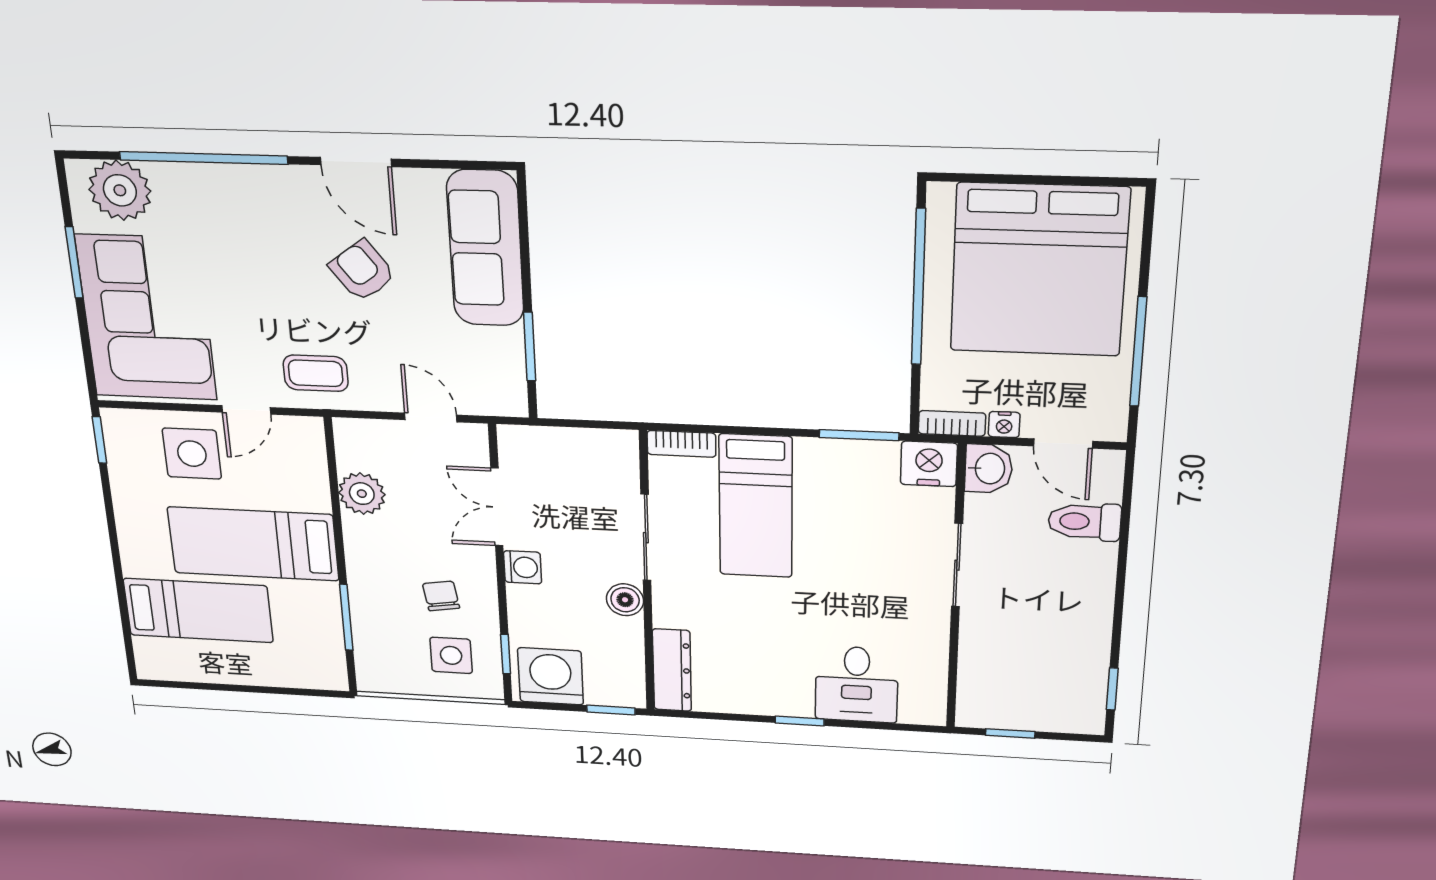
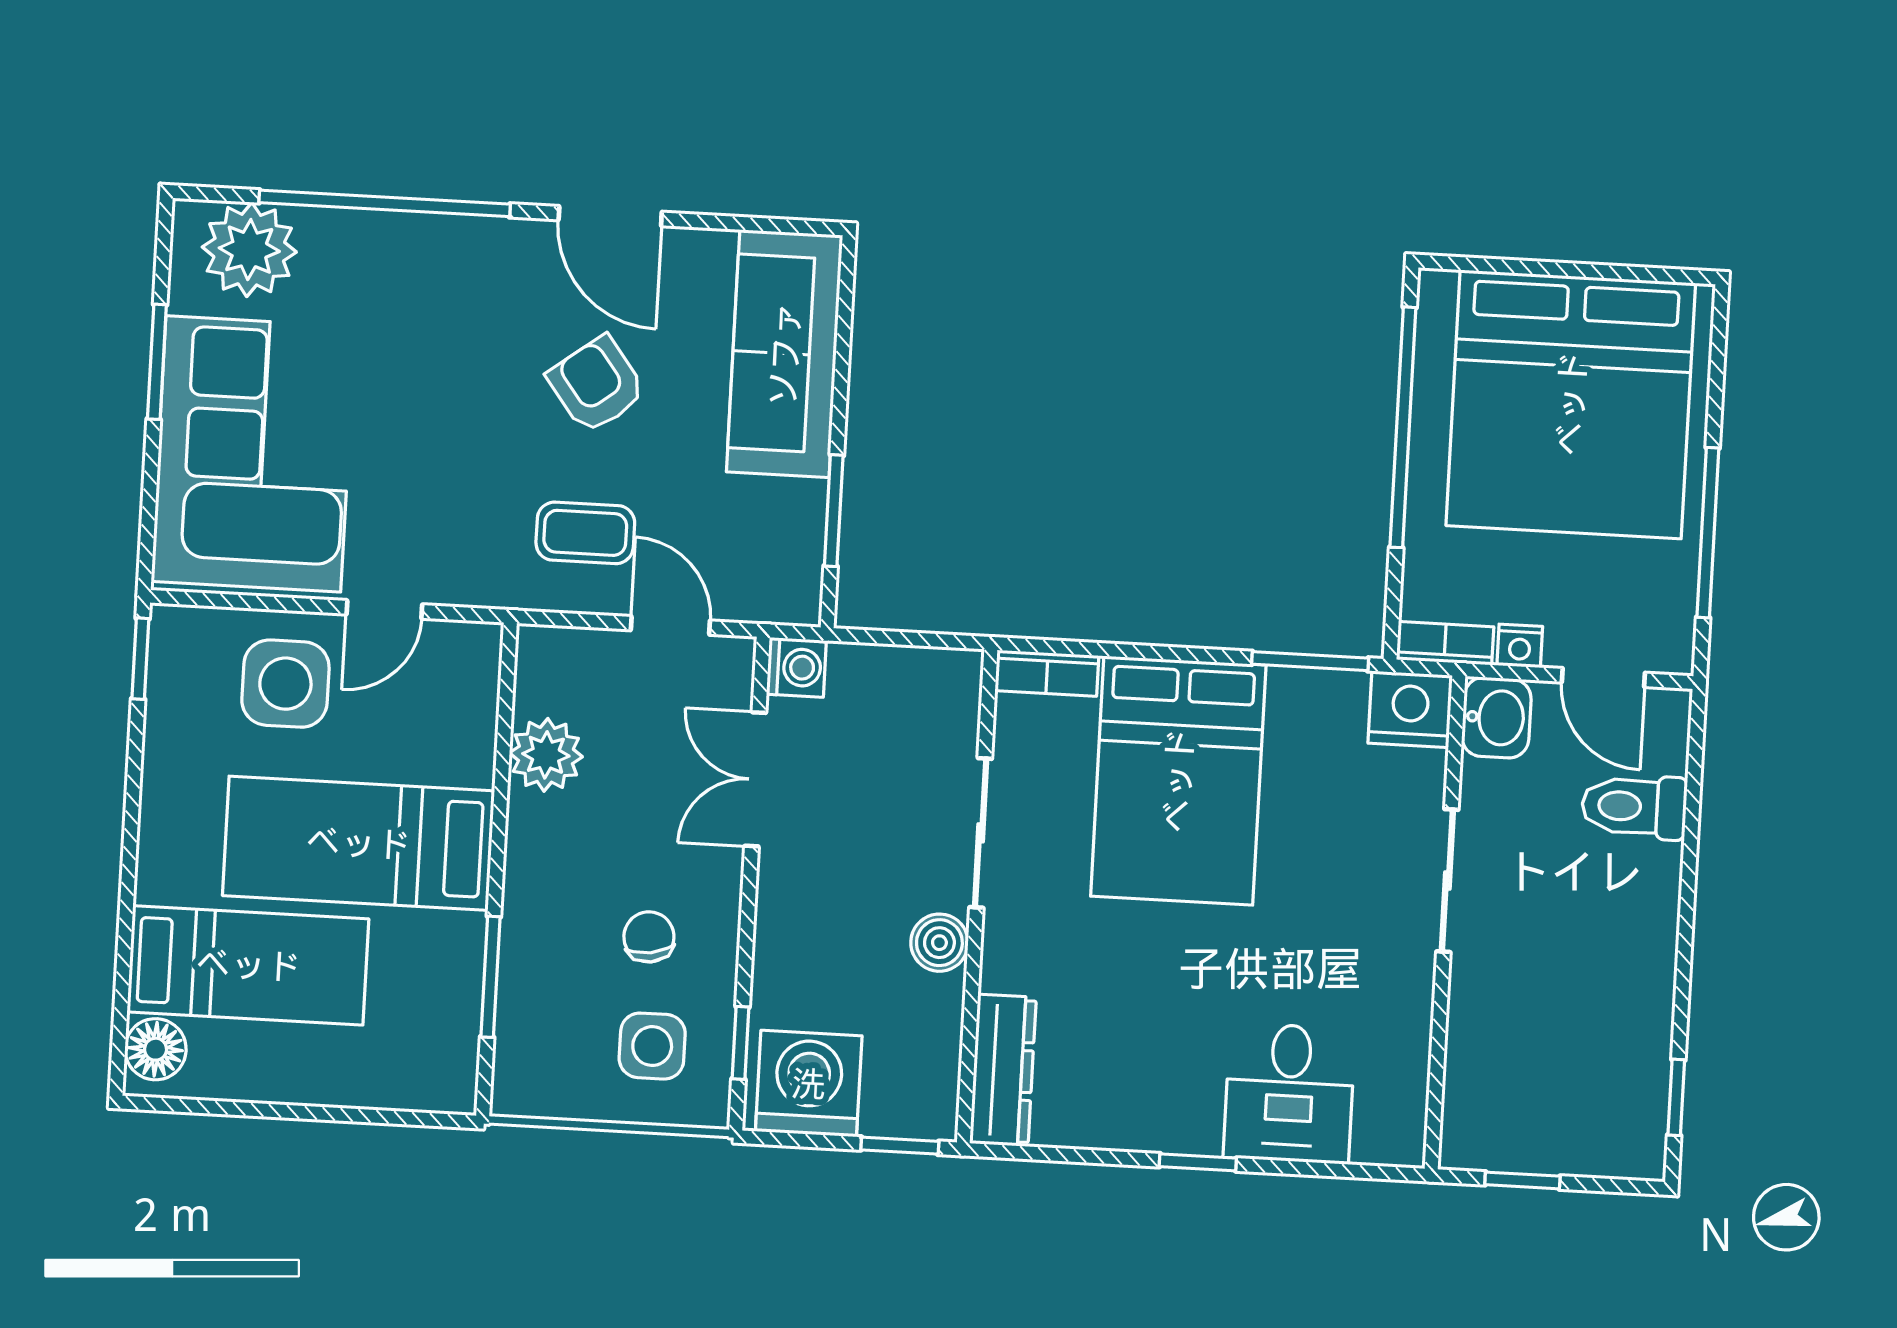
coffee table: (316, 373) -> (585, 533), moved
bed: (756, 506) -> (1178, 781), width x1.50
washing machine: (523, 567) -> (796, 667), moved
floor lamp: (152, 655) -> (156, 1049), added

